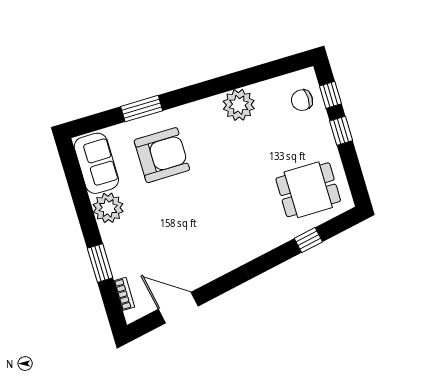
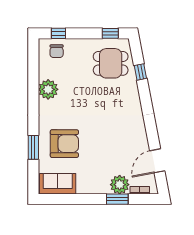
window: (341, 131) -> (110, 33), moved
armchair: (162, 155) -> (64, 144), turned 90
dining table: (308, 190) -> (111, 63), turned 90
plant: (108, 208) -> (120, 185), moved

